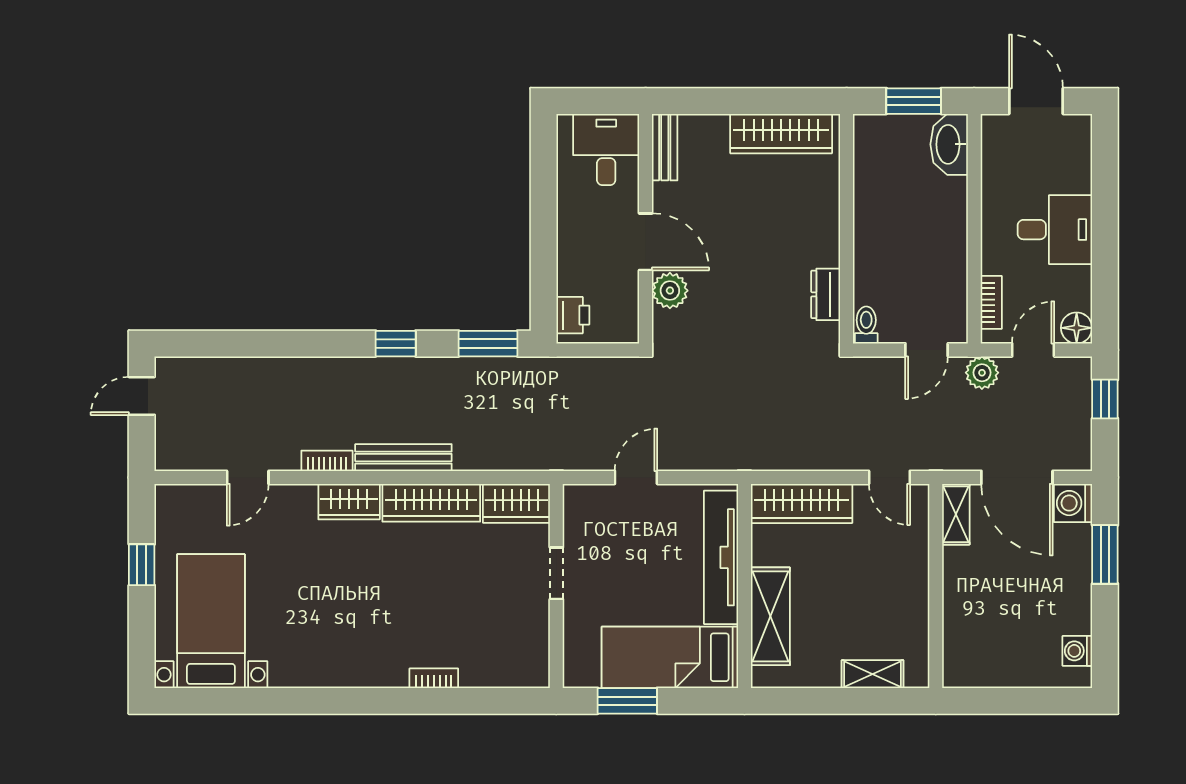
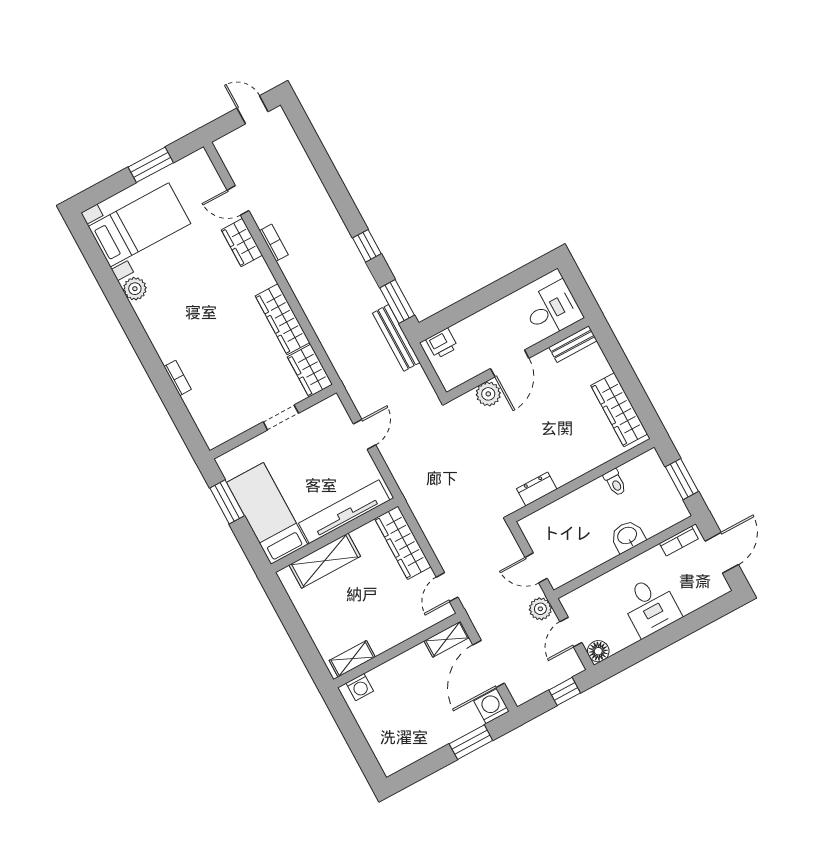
washbasin: (949, 144) -> (627, 536), moved, width x0.72
bookcase: (991, 302) -> (679, 541), moved
toilet: (866, 325) -> (615, 482), moved, turned 90
door: (1033, 350) -> (571, 632), swing flipped
bench: (403, 458) -> (396, 338), moved
door: (636, 477) -> (364, 434), hinge flipped
wardrobe: (349, 502) -> (242, 243), moved
window: (142, 565) -> (151, 165), width x1.50
washing machine: (1077, 651) -> (360, 687), moved, turned 180
plant: (290, 671) -> (135, 289), added
shelving: (873, 674) -> (352, 659), moved, turned 90

